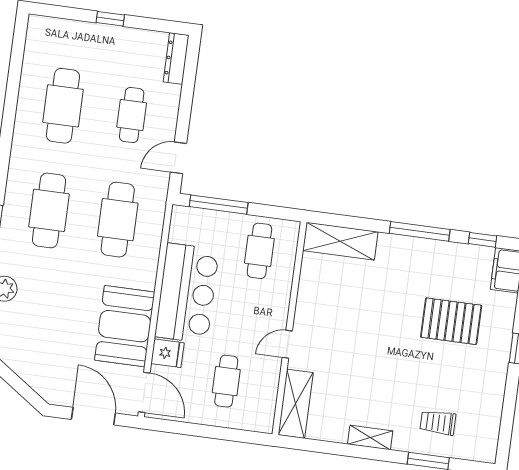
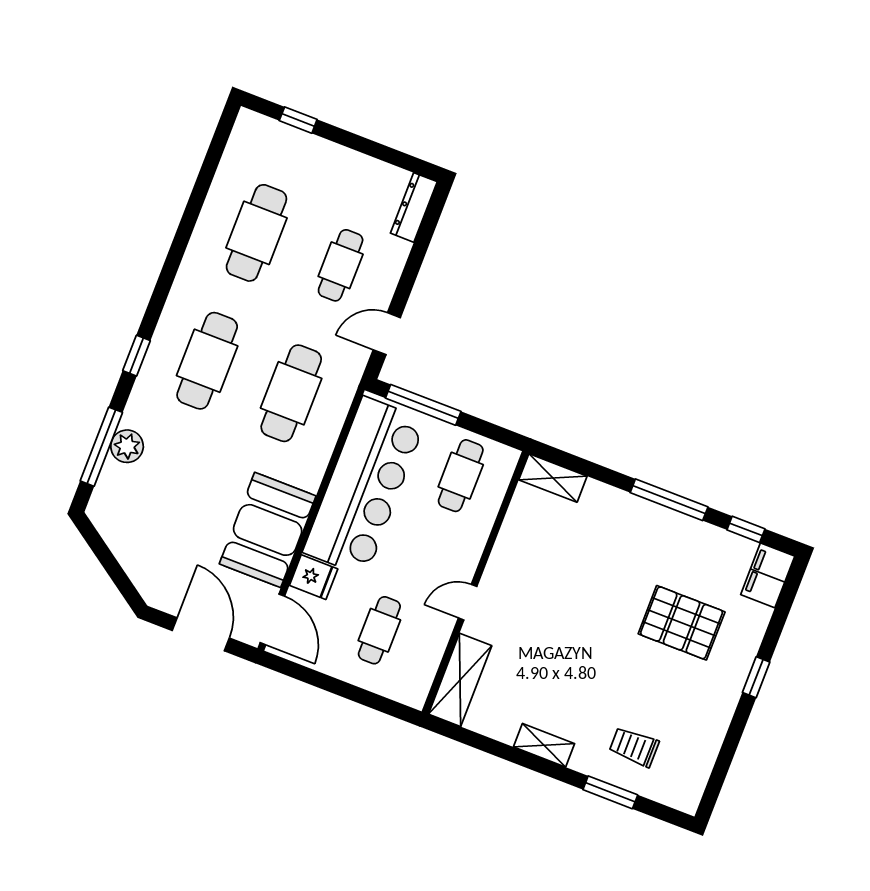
window: (110, 19) -> (298, 120), moved
shelving: (340, 241) -> (553, 478), width x0.67, depth x0.75
bar counter: (187, 293) -> (364, 486), width x1.36

